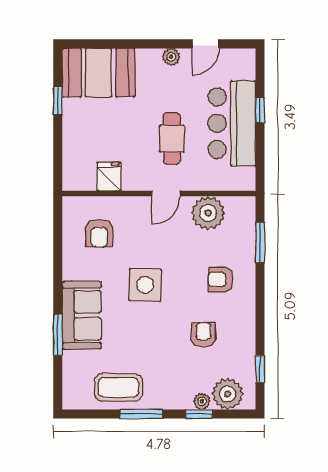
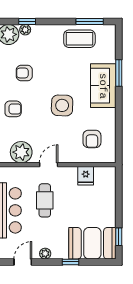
window: (132, 44) -> (71, 262), added
window: (58, 101) -> (119, 237), moved
armchair: (99, 233) -> (92, 139), turned 180
armchair: (203, 335) -> (24, 73), turned 90
window: (141, 414) -> (90, 21), moved

